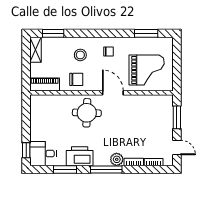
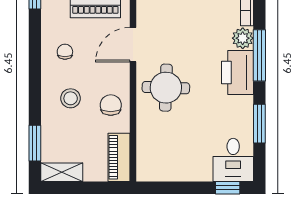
printer: (80, 156) -> (237, 73), moved

